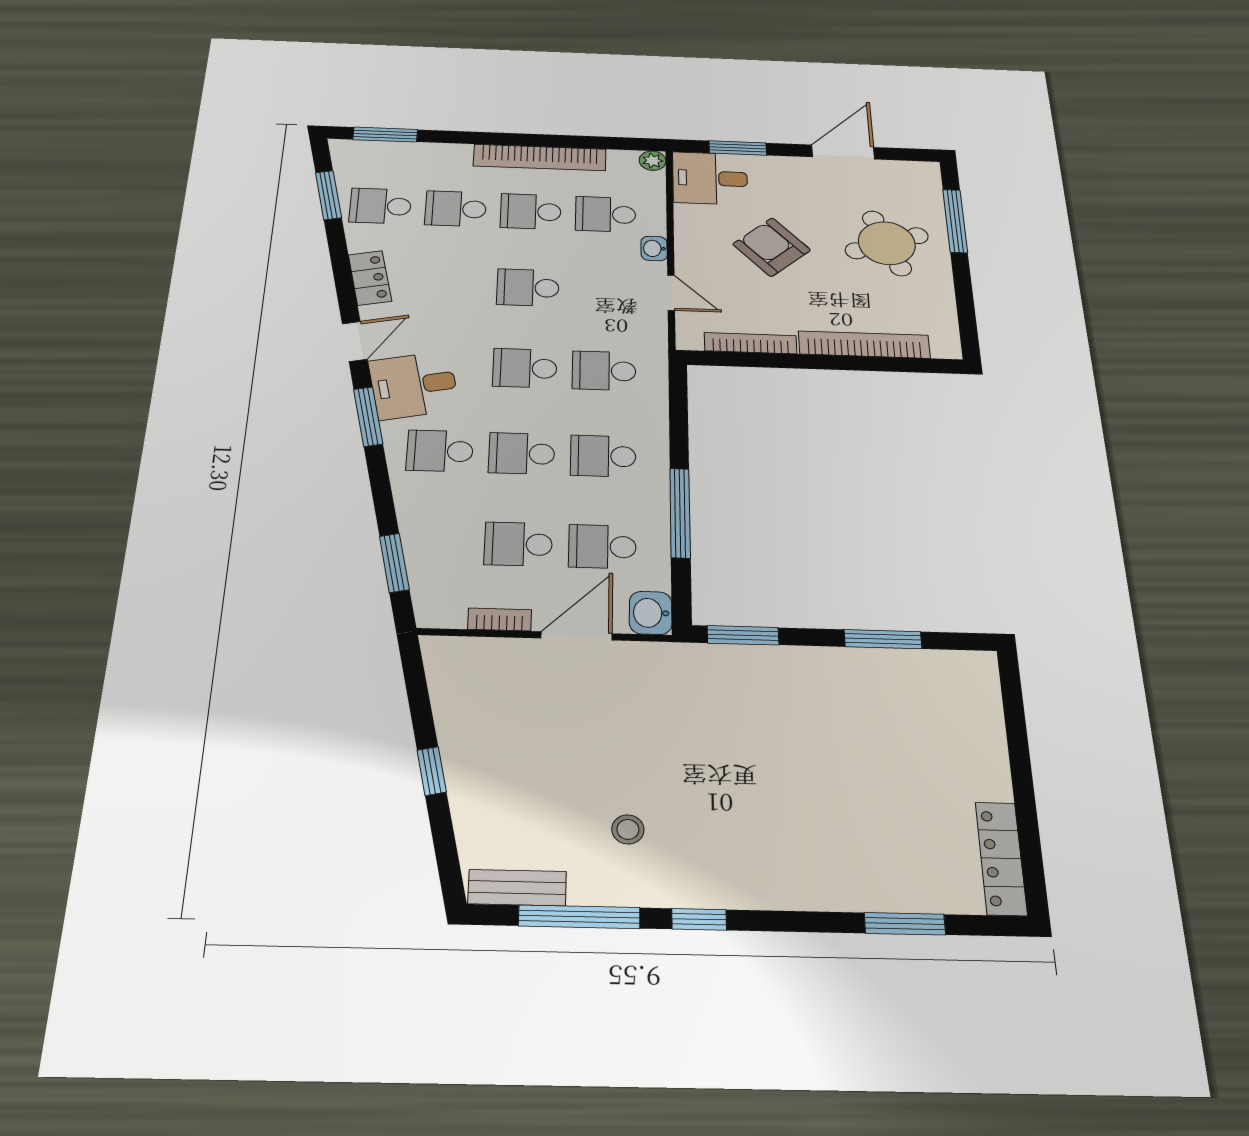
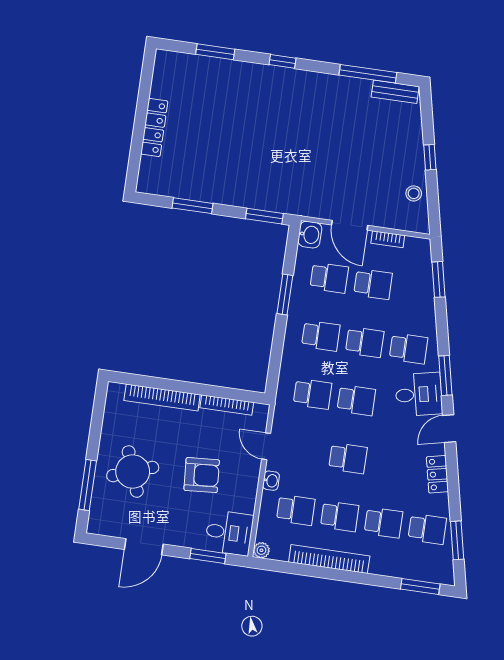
armchair: (772, 247) -> (202, 475), turned -52
window: (680, 513) -> (285, 295), width x0.69
door: (577, 636) -> (350, 225), hinge flipped
stool: (628, 829) -> (414, 193), moved
locker: (1001, 858) -> (154, 127), moved
window: (699, 919) -> (283, 61), moved

